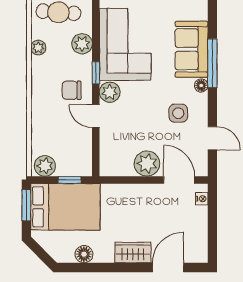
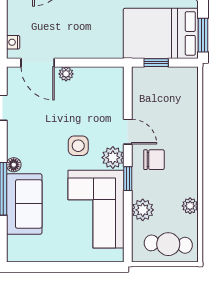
side table: (178, 113) -> (78, 146), moved
plant: (147, 164) -> (66, 74), width x0.53, depth x0.53
plant: (45, 166) -> (183, 78), removed

